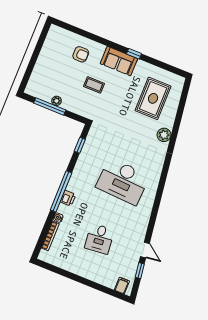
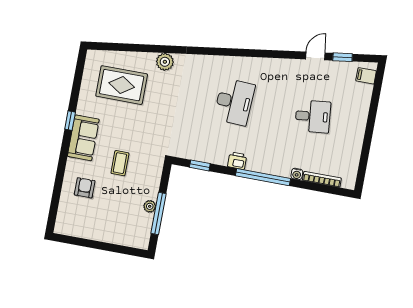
desk: (123, 181) -> (234, 102), width x0.73, depth x0.77
printer: (68, 198) -> (237, 161), moved

